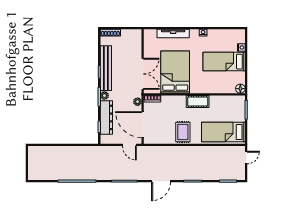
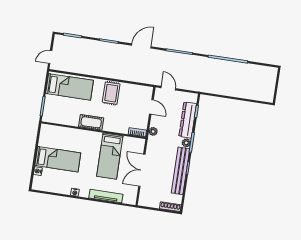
bed: (175, 72) -> (110, 156), width x0.67
double door: (143, 74) -> (142, 170), moved
floor lamp: (240, 89) -> (45, 129), removed
door: (143, 125) -> (151, 107), width x0.53

